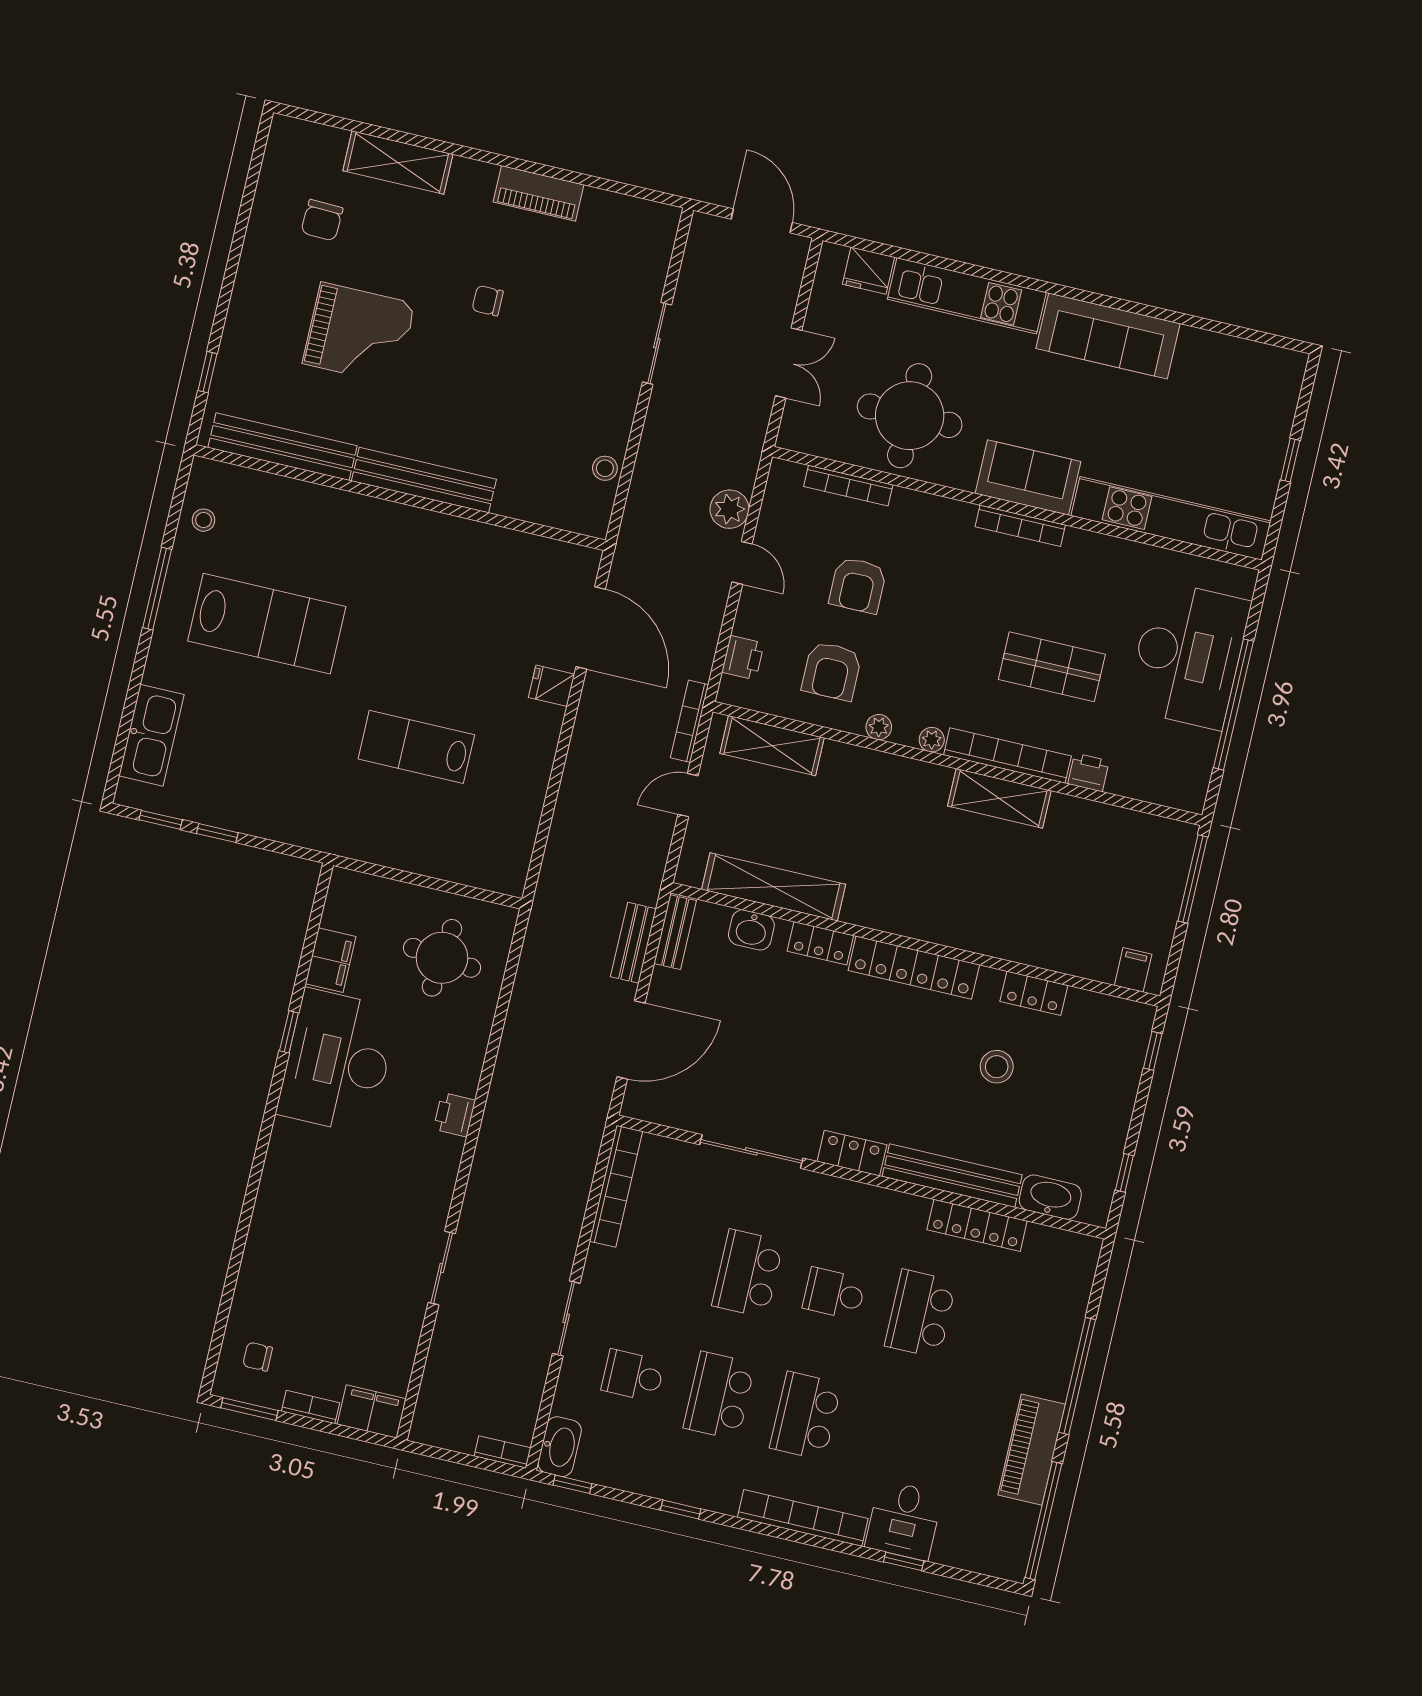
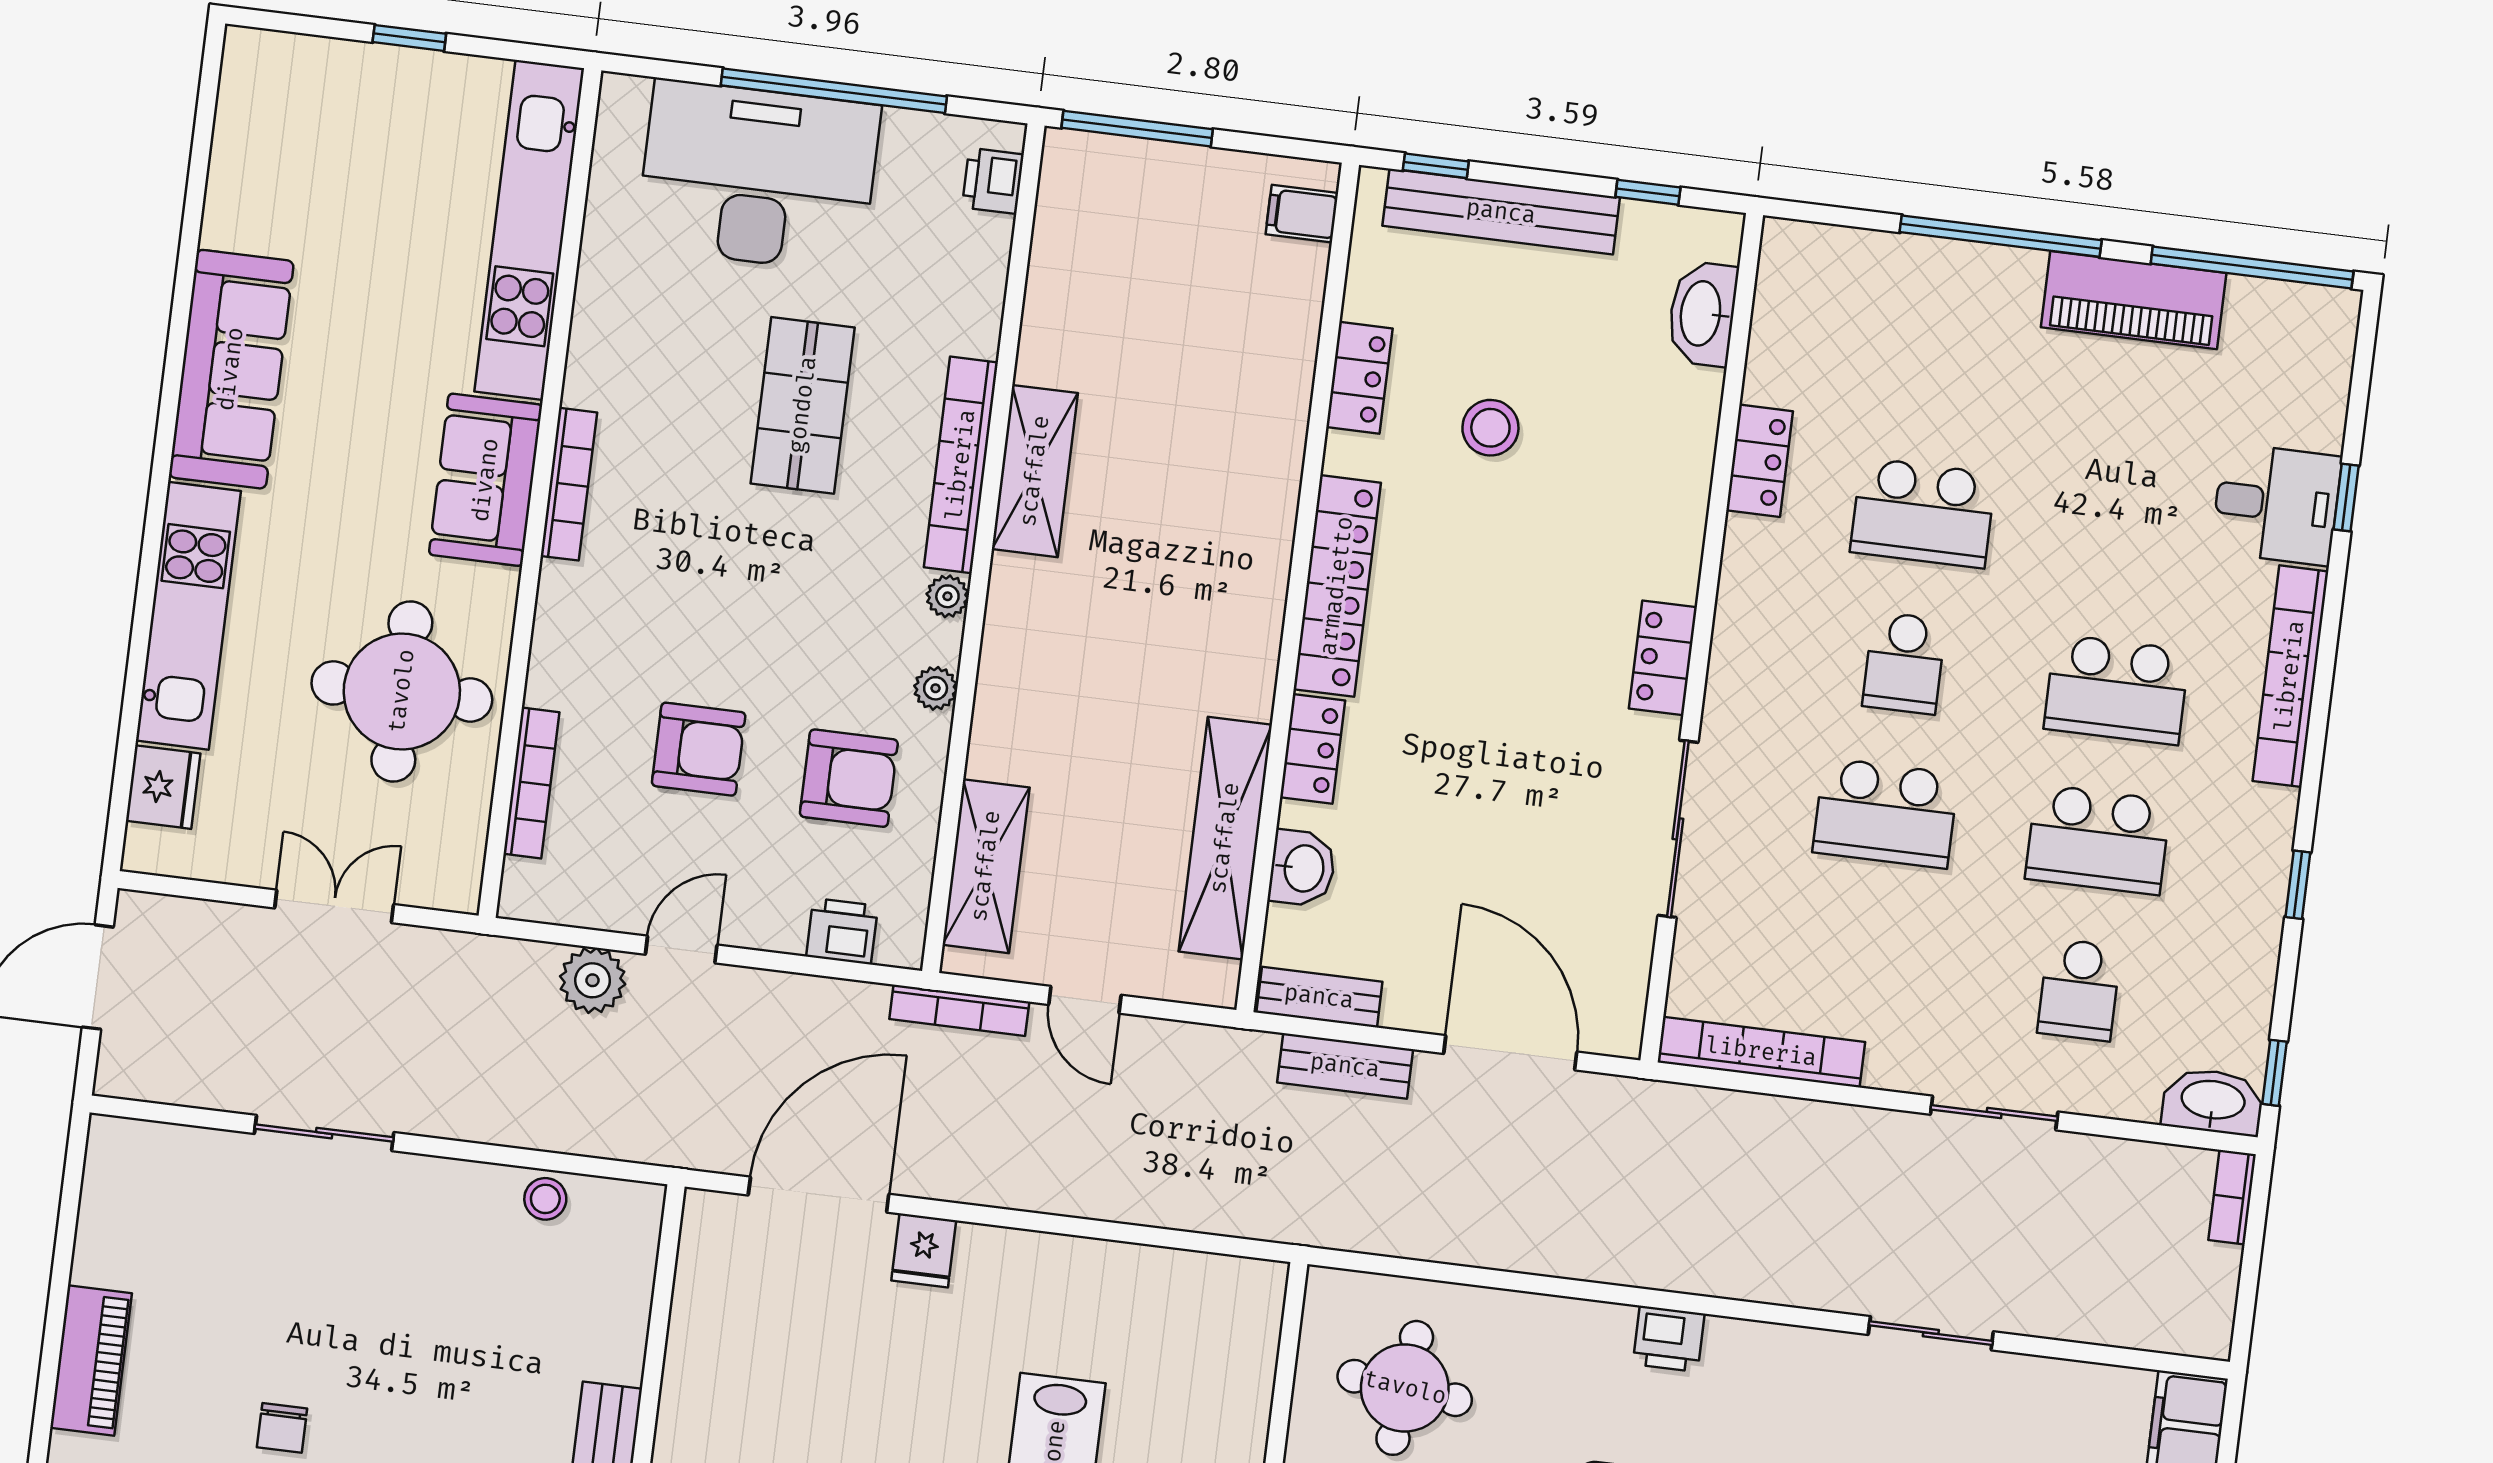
printer: (1088, 772) -> (993, 181), moved
bench: (952, 1176) -> (1501, 212), moved, turned 90
locker: (977, 1225) -> (1760, 461), width x0.66

